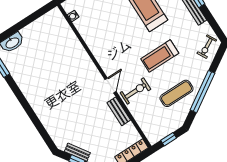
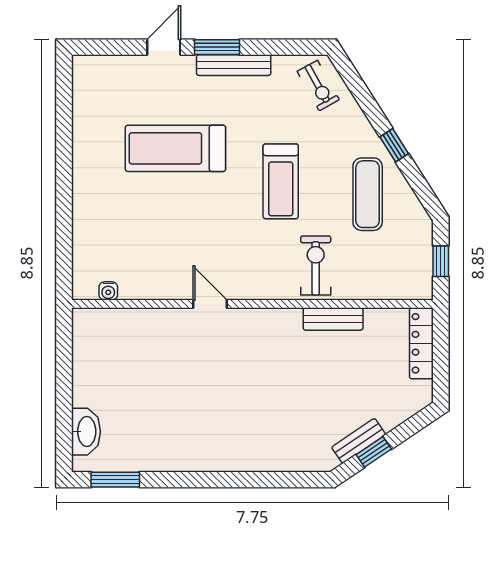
door: (111, 85) -> (210, 304), moved
window: (202, 92) -> (394, 145), width x0.32

